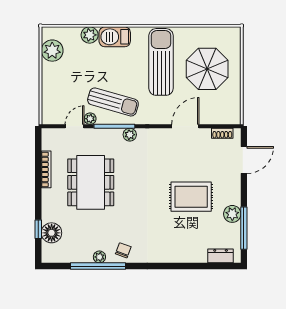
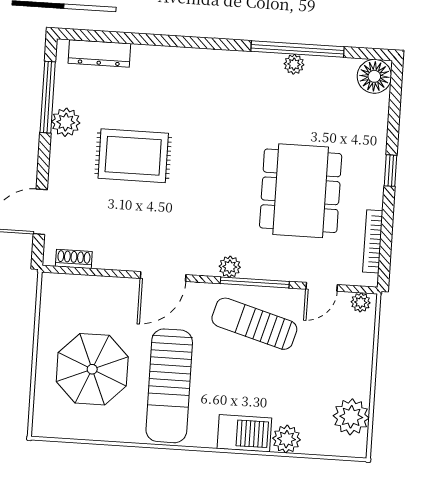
plant: (90, 119) -> (361, 302), moved
door: (185, 126) -> (163, 277), moved
bookcase: (46, 169) -> (373, 241), moved
window: (38, 229) -> (391, 171), moved
floor lamp: (52, 233) -> (374, 76), moved
chair: (123, 250) -> (253, 73), removed
dresser: (221, 256) -> (99, 53), width x1.44

